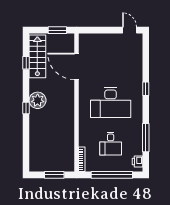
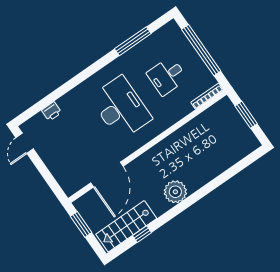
window: (146, 89) -> (78, 79), removed
window: (26, 108) -> (193, 199), removed
desk: (111, 144) -> (167, 76), turned 180
printer: (137, 161) -> (52, 111), moved

